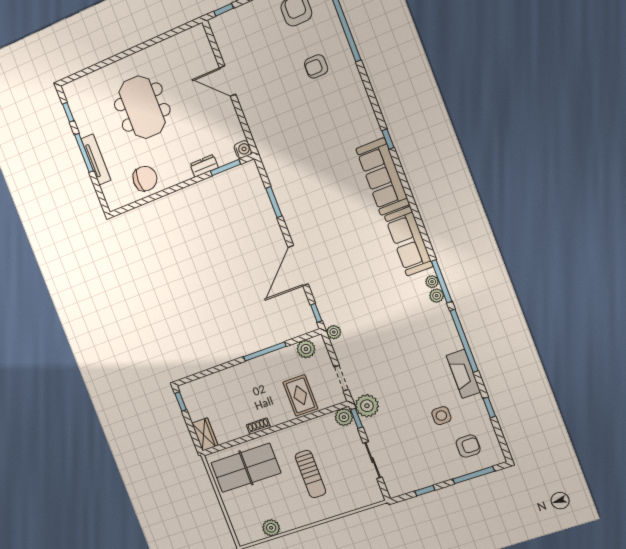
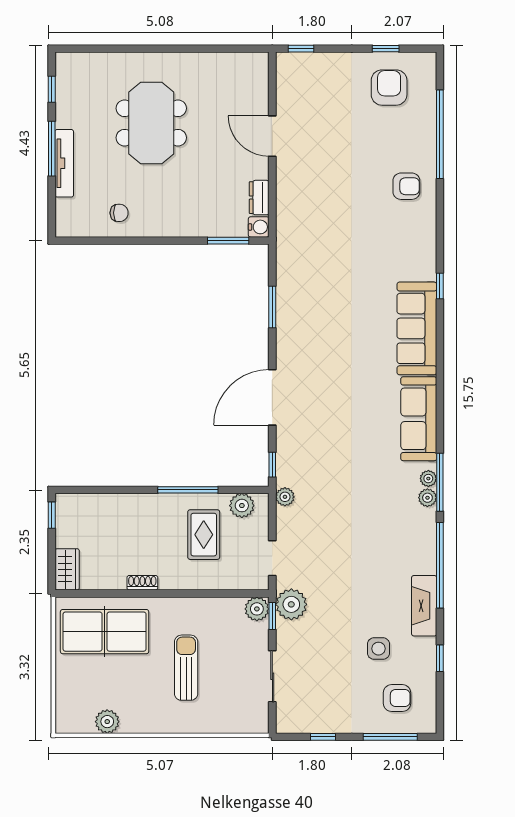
armchair: (316, 66) -> (406, 186), moved, turned 180
dresser: (204, 166) -> (259, 198), moved, turned -90
chair: (145, 179) -> (119, 213), width x0.54, depth x0.54
rug: (300, 395) -> (204, 535), moved
sun lounger: (310, 474) -> (186, 668), turned 180

